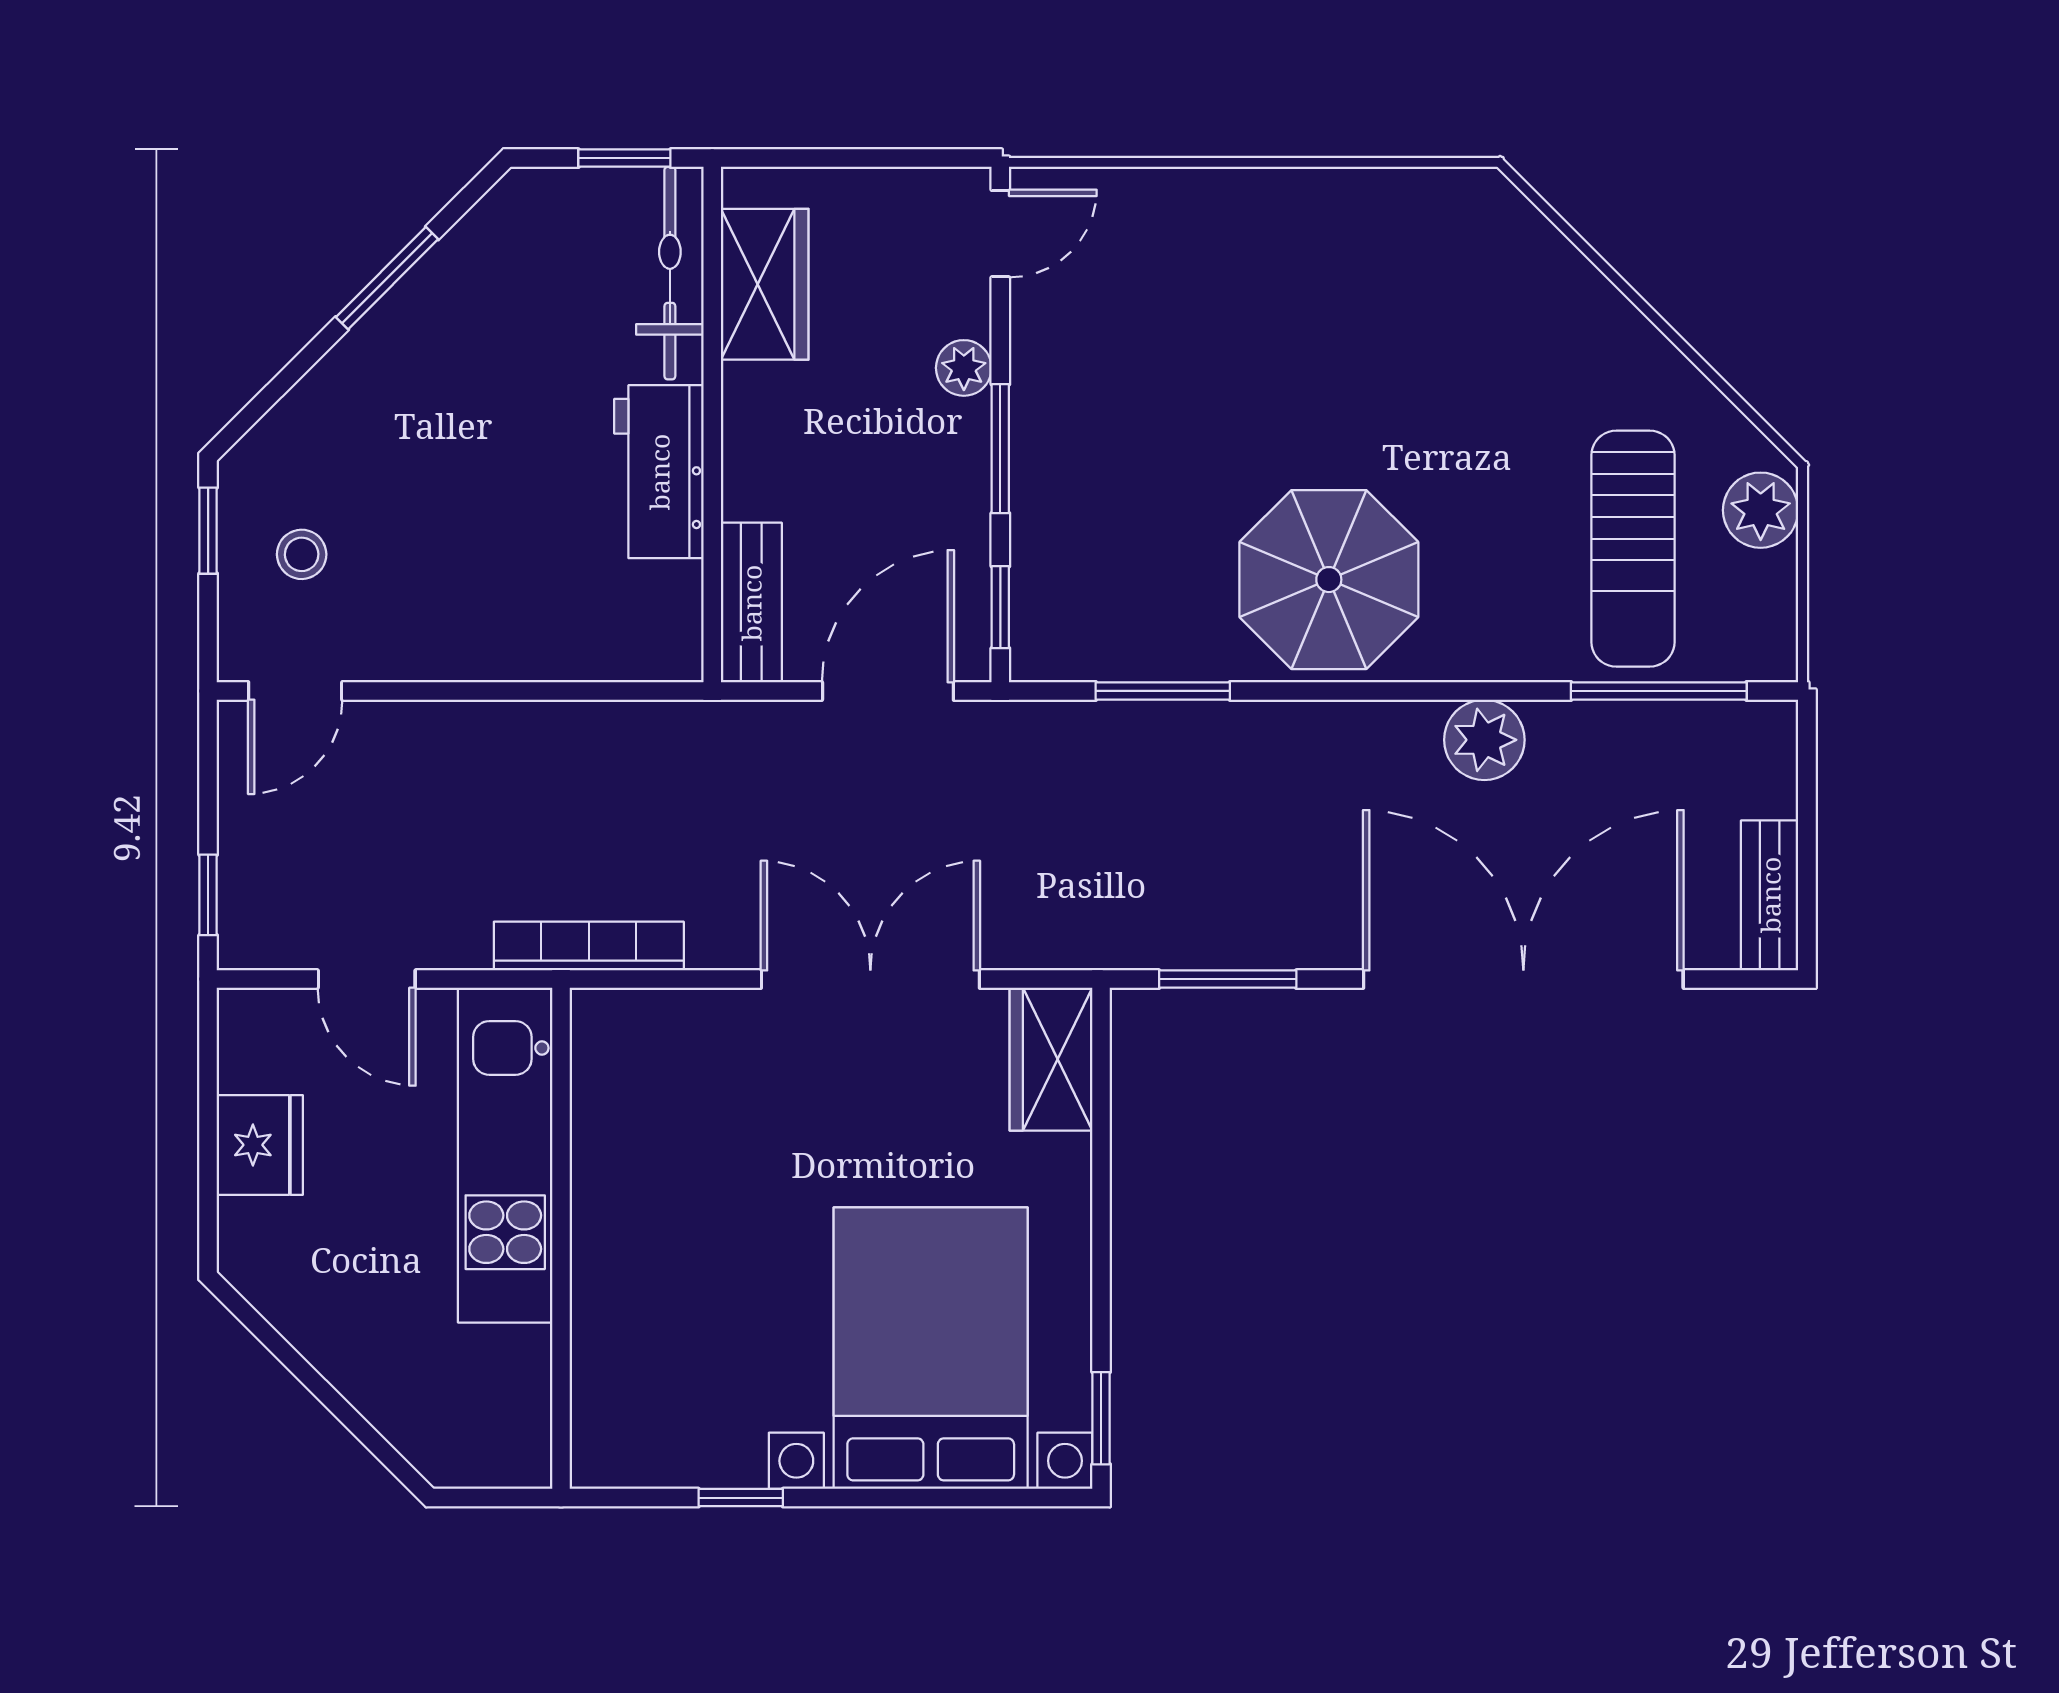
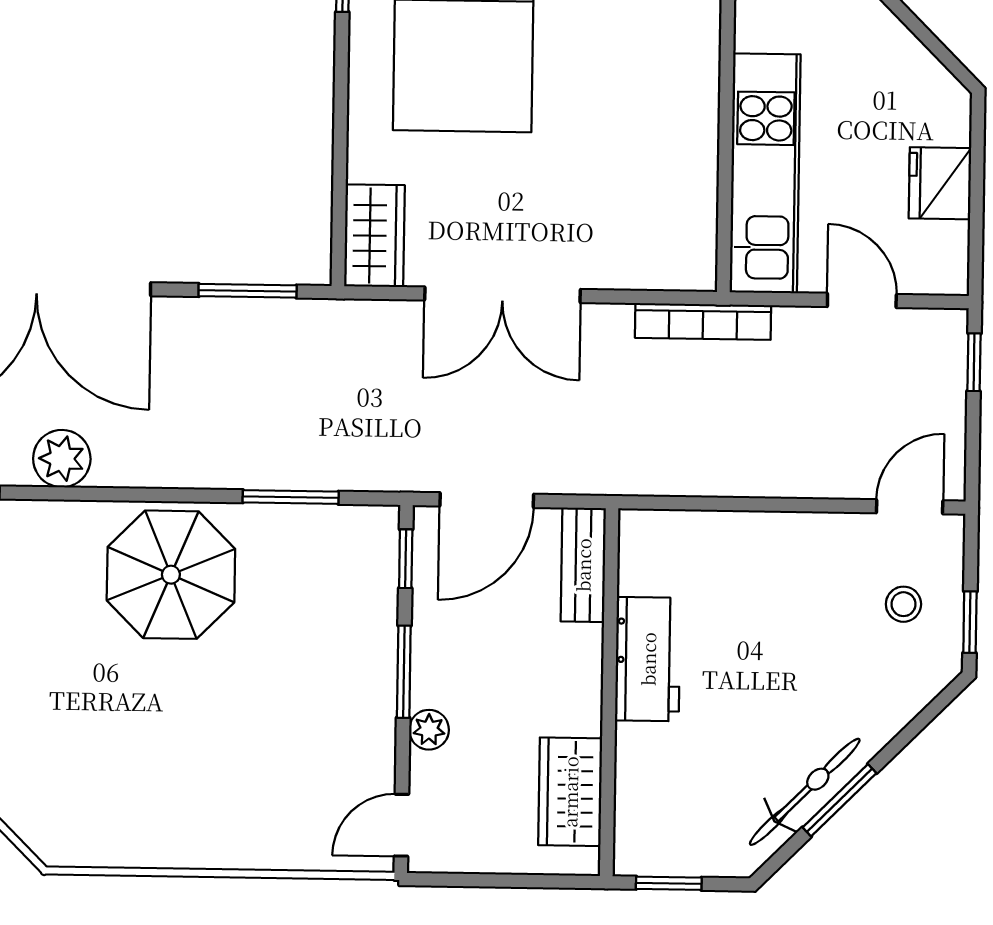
bicycle: (670, 273) -> (805, 792), moved, turned -135

